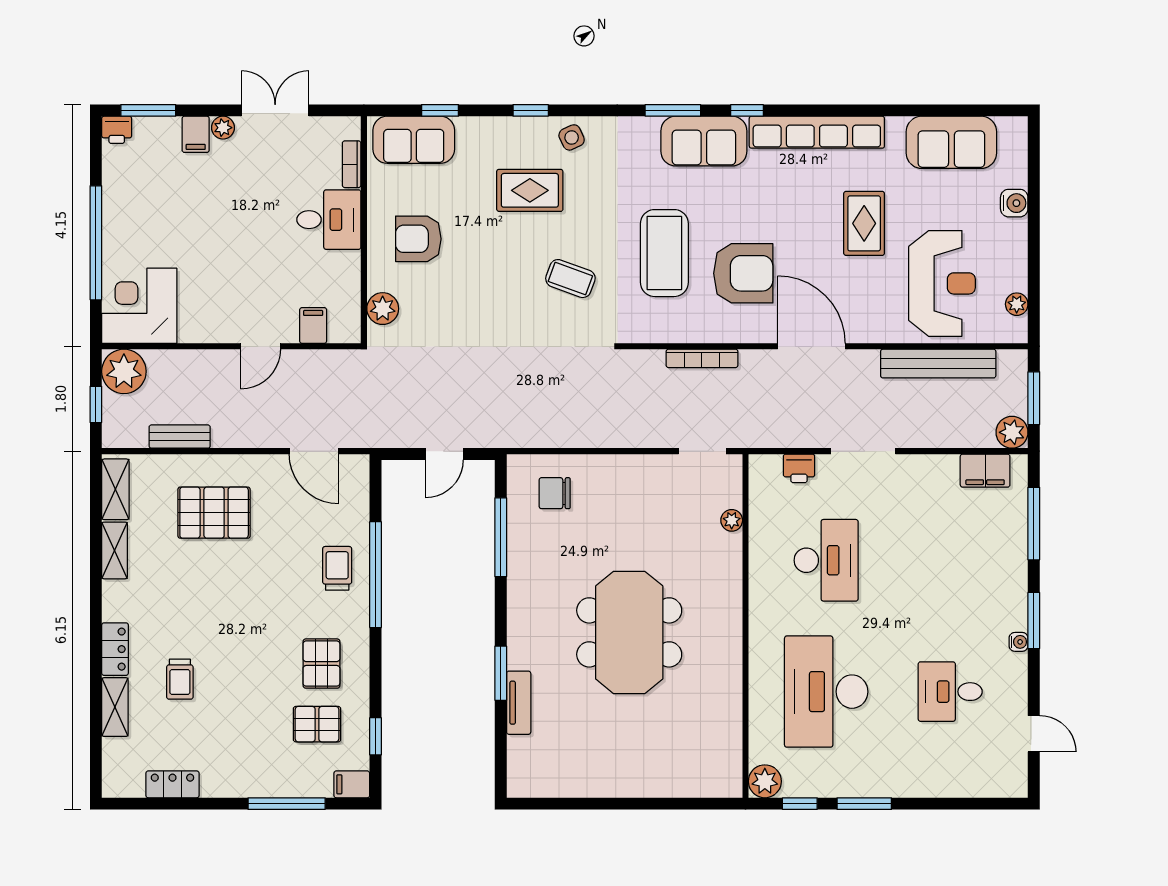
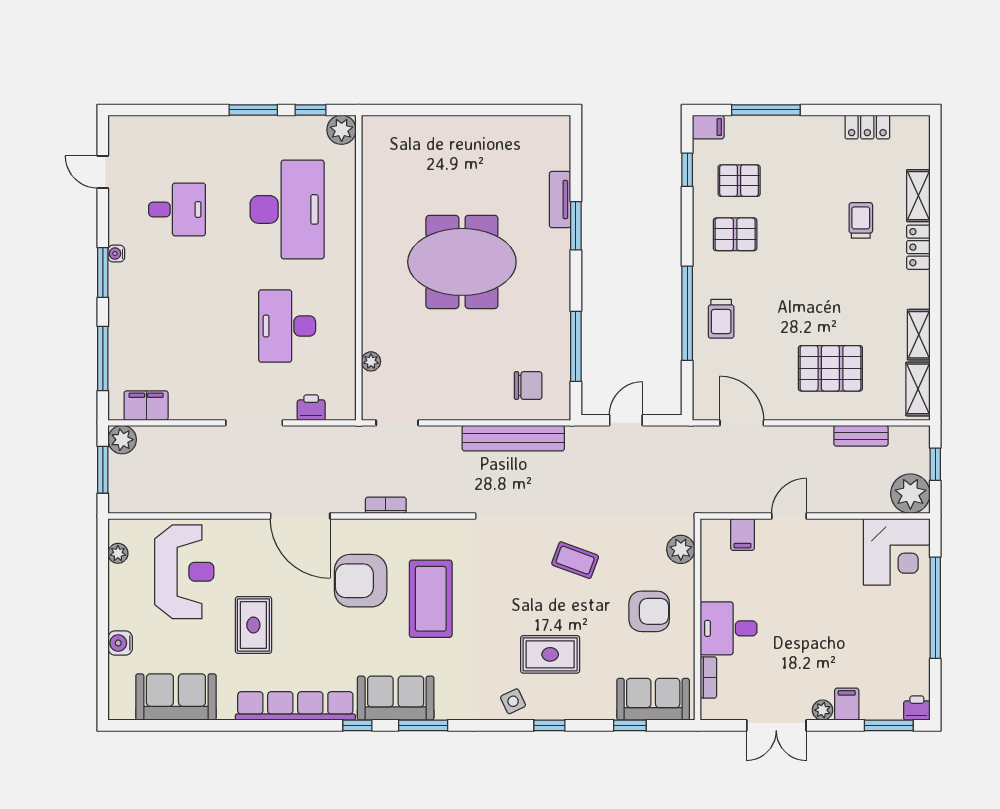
coffee table: (570, 279) -> (575, 560), moved
reception desk: (942, 283) -> (184, 572), turned 180
bookcase: (702, 358) -> (386, 505), width x0.64
bench: (938, 364) -> (513, 438), moved
meeting table: (629, 632) -> (462, 262), turned 90
pallet: (321, 664) -> (735, 234), turned 90

